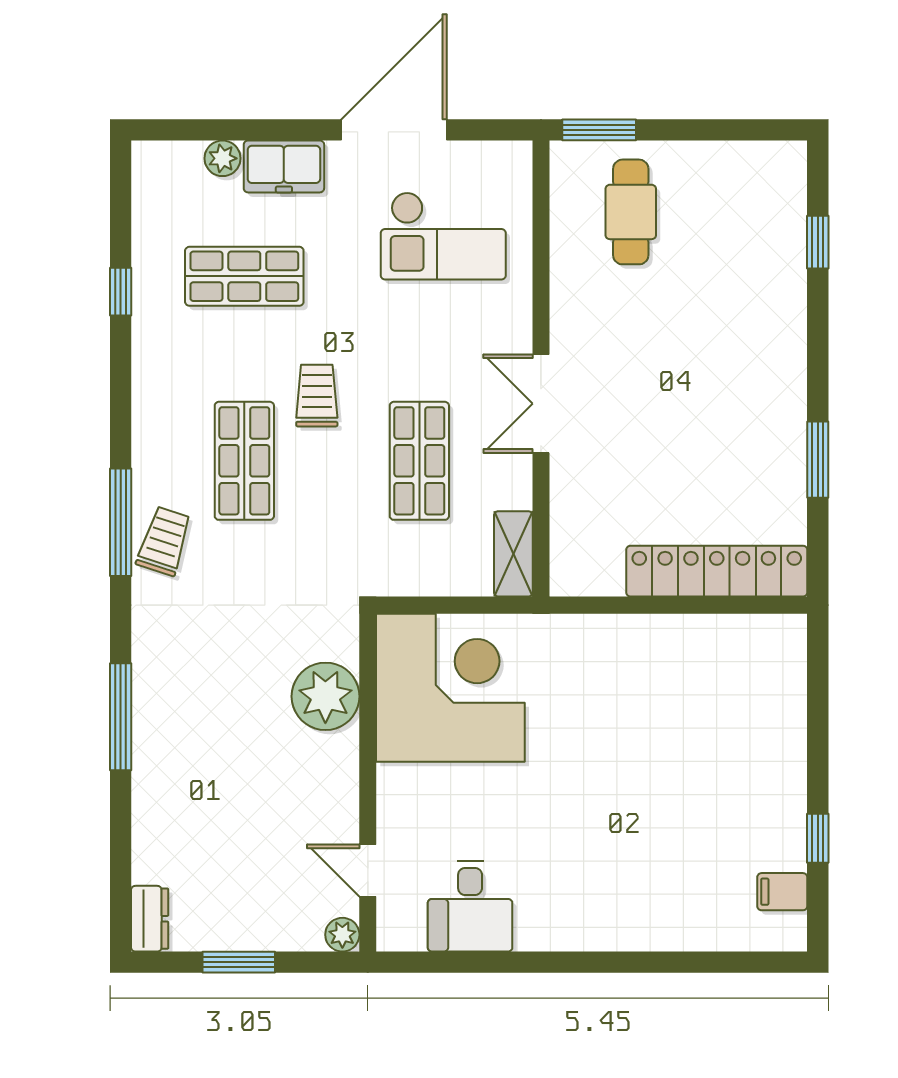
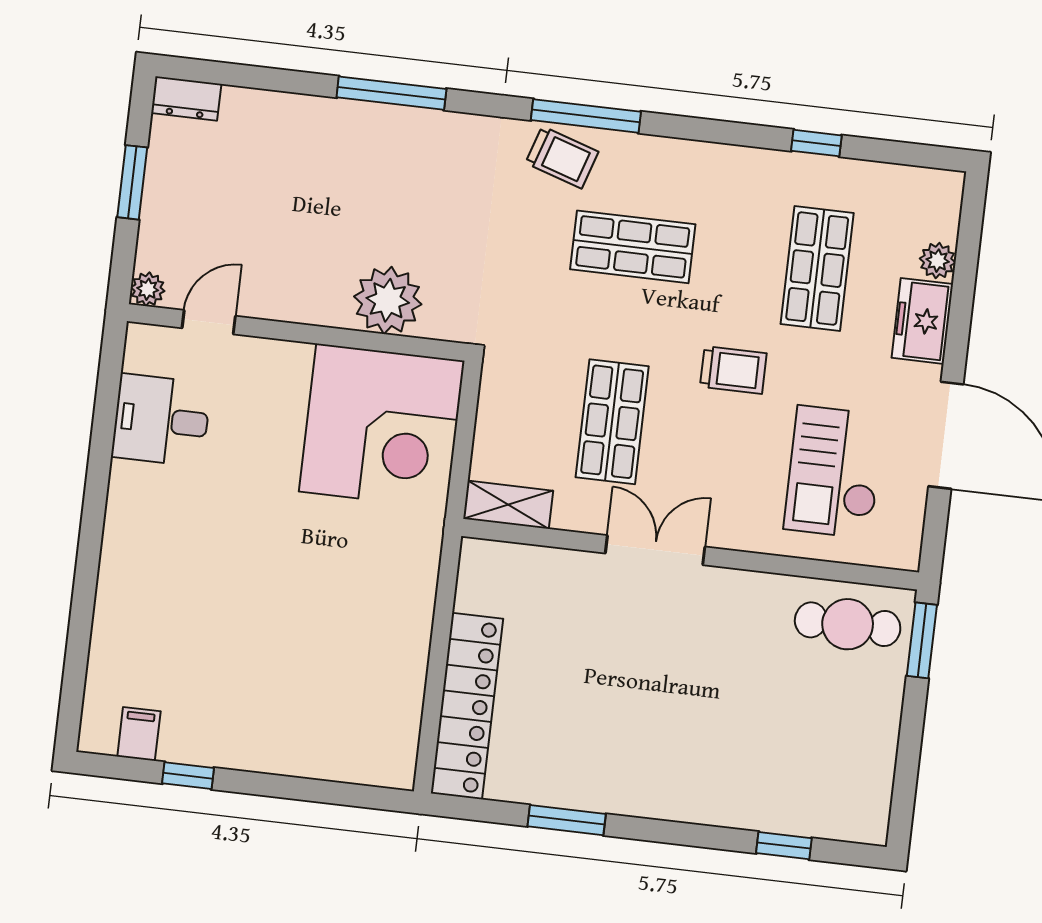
cafe table: (631, 212) -> (848, 624), moved
trolley: (317, 396) -> (733, 370), moved
shop shelf: (419, 461) -> (612, 422), turned 90

